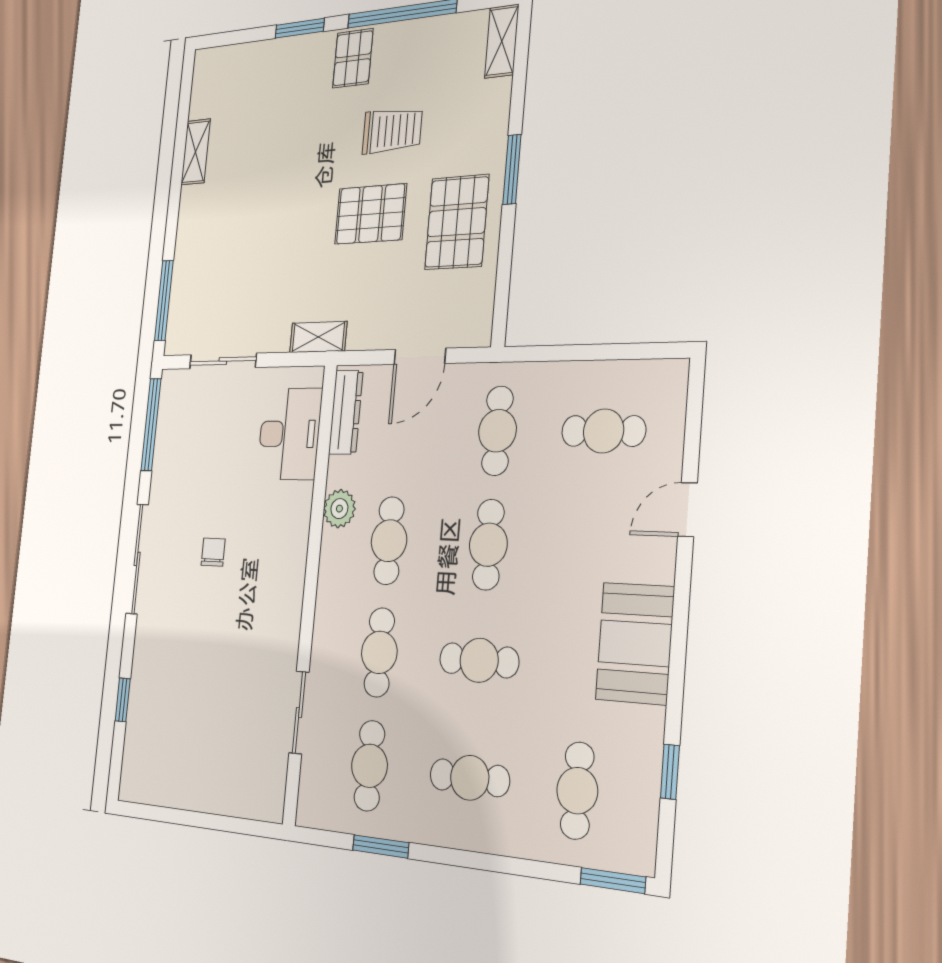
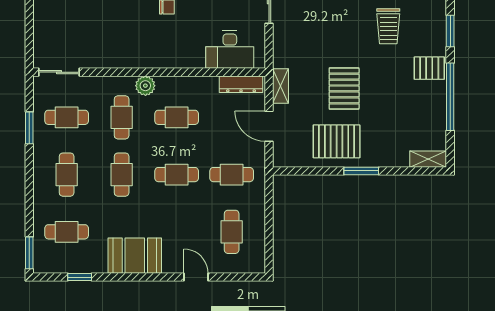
trolley: (392, 130) -> (388, 26), moved
shelving: (318, 337) -> (280, 86), moved
plant: (339, 509) -> (145, 86), moved
cafe table: (379, 652) -> (122, 117), turned 90
sliding door: (299, 712) -> (59, 72), moved

